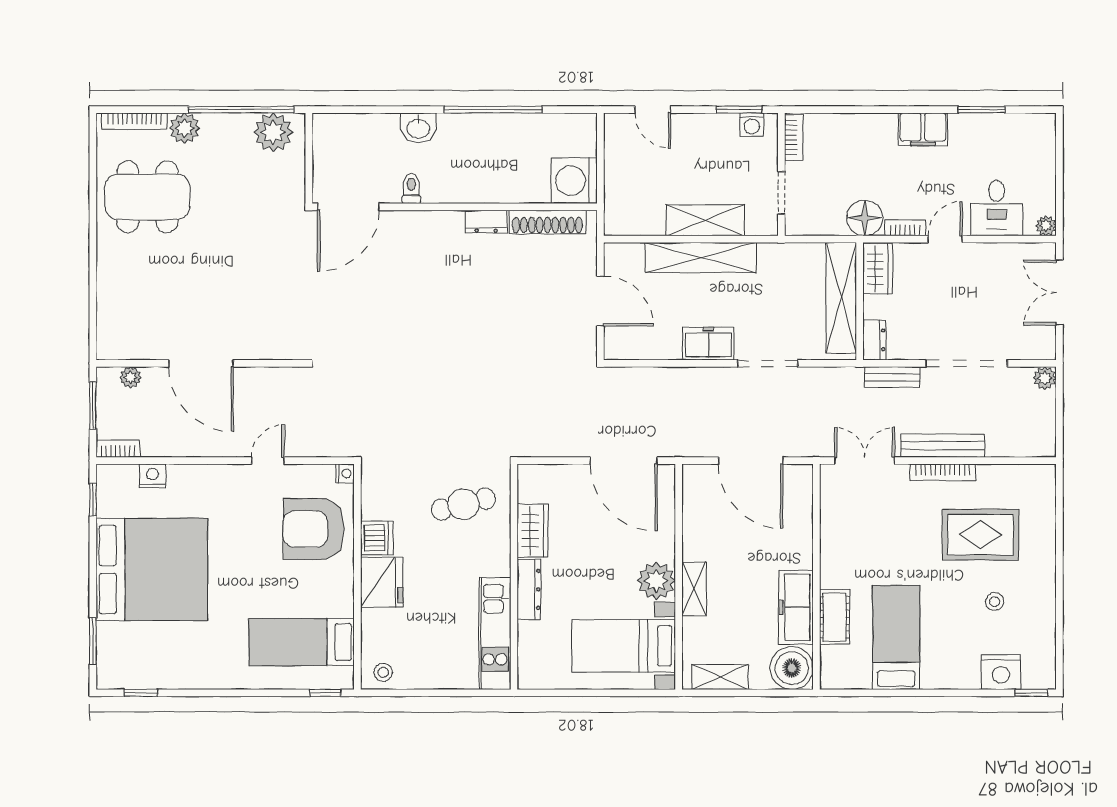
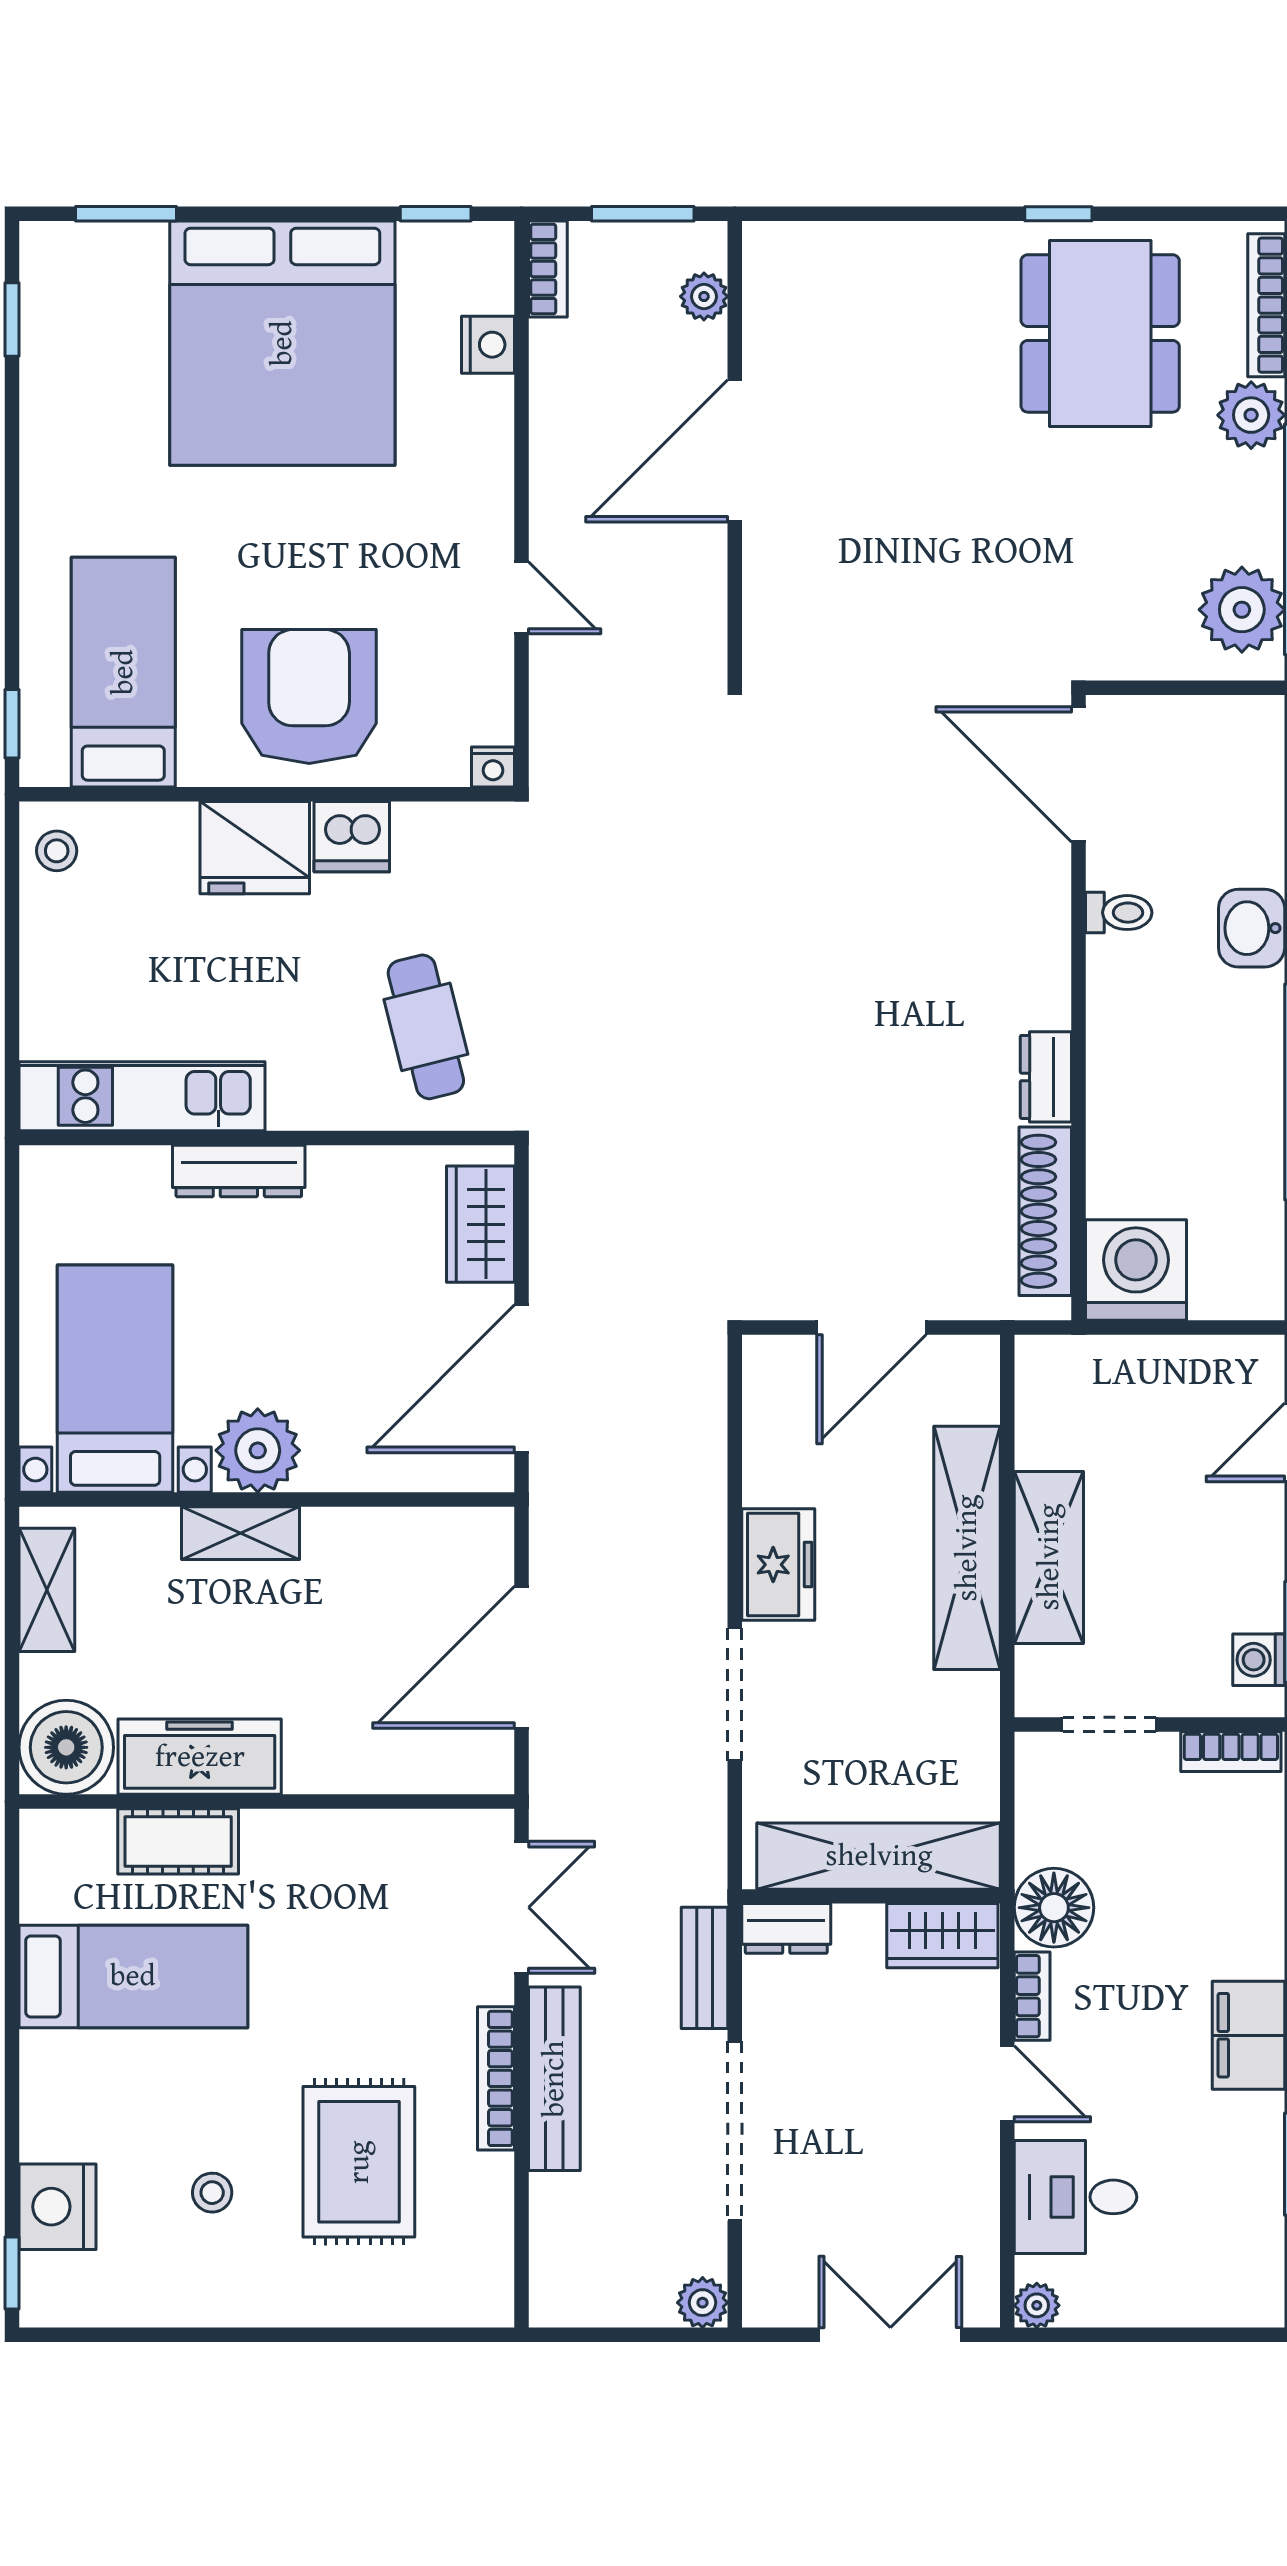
window: (93, 216) -> (1058, 214), added
armchair: (314, 529) -> (309, 696), moved
wardrobe: (533, 531) -> (481, 1224), moved, turned 90

